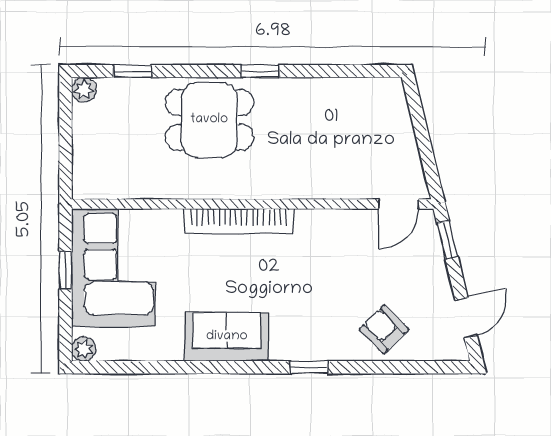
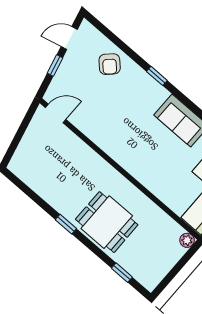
plant: (84, 90) -> (187, 240), moved
bookcase: (239, 221) -> (132, 167), removed
window: (447, 240) -> (55, 66), moved

